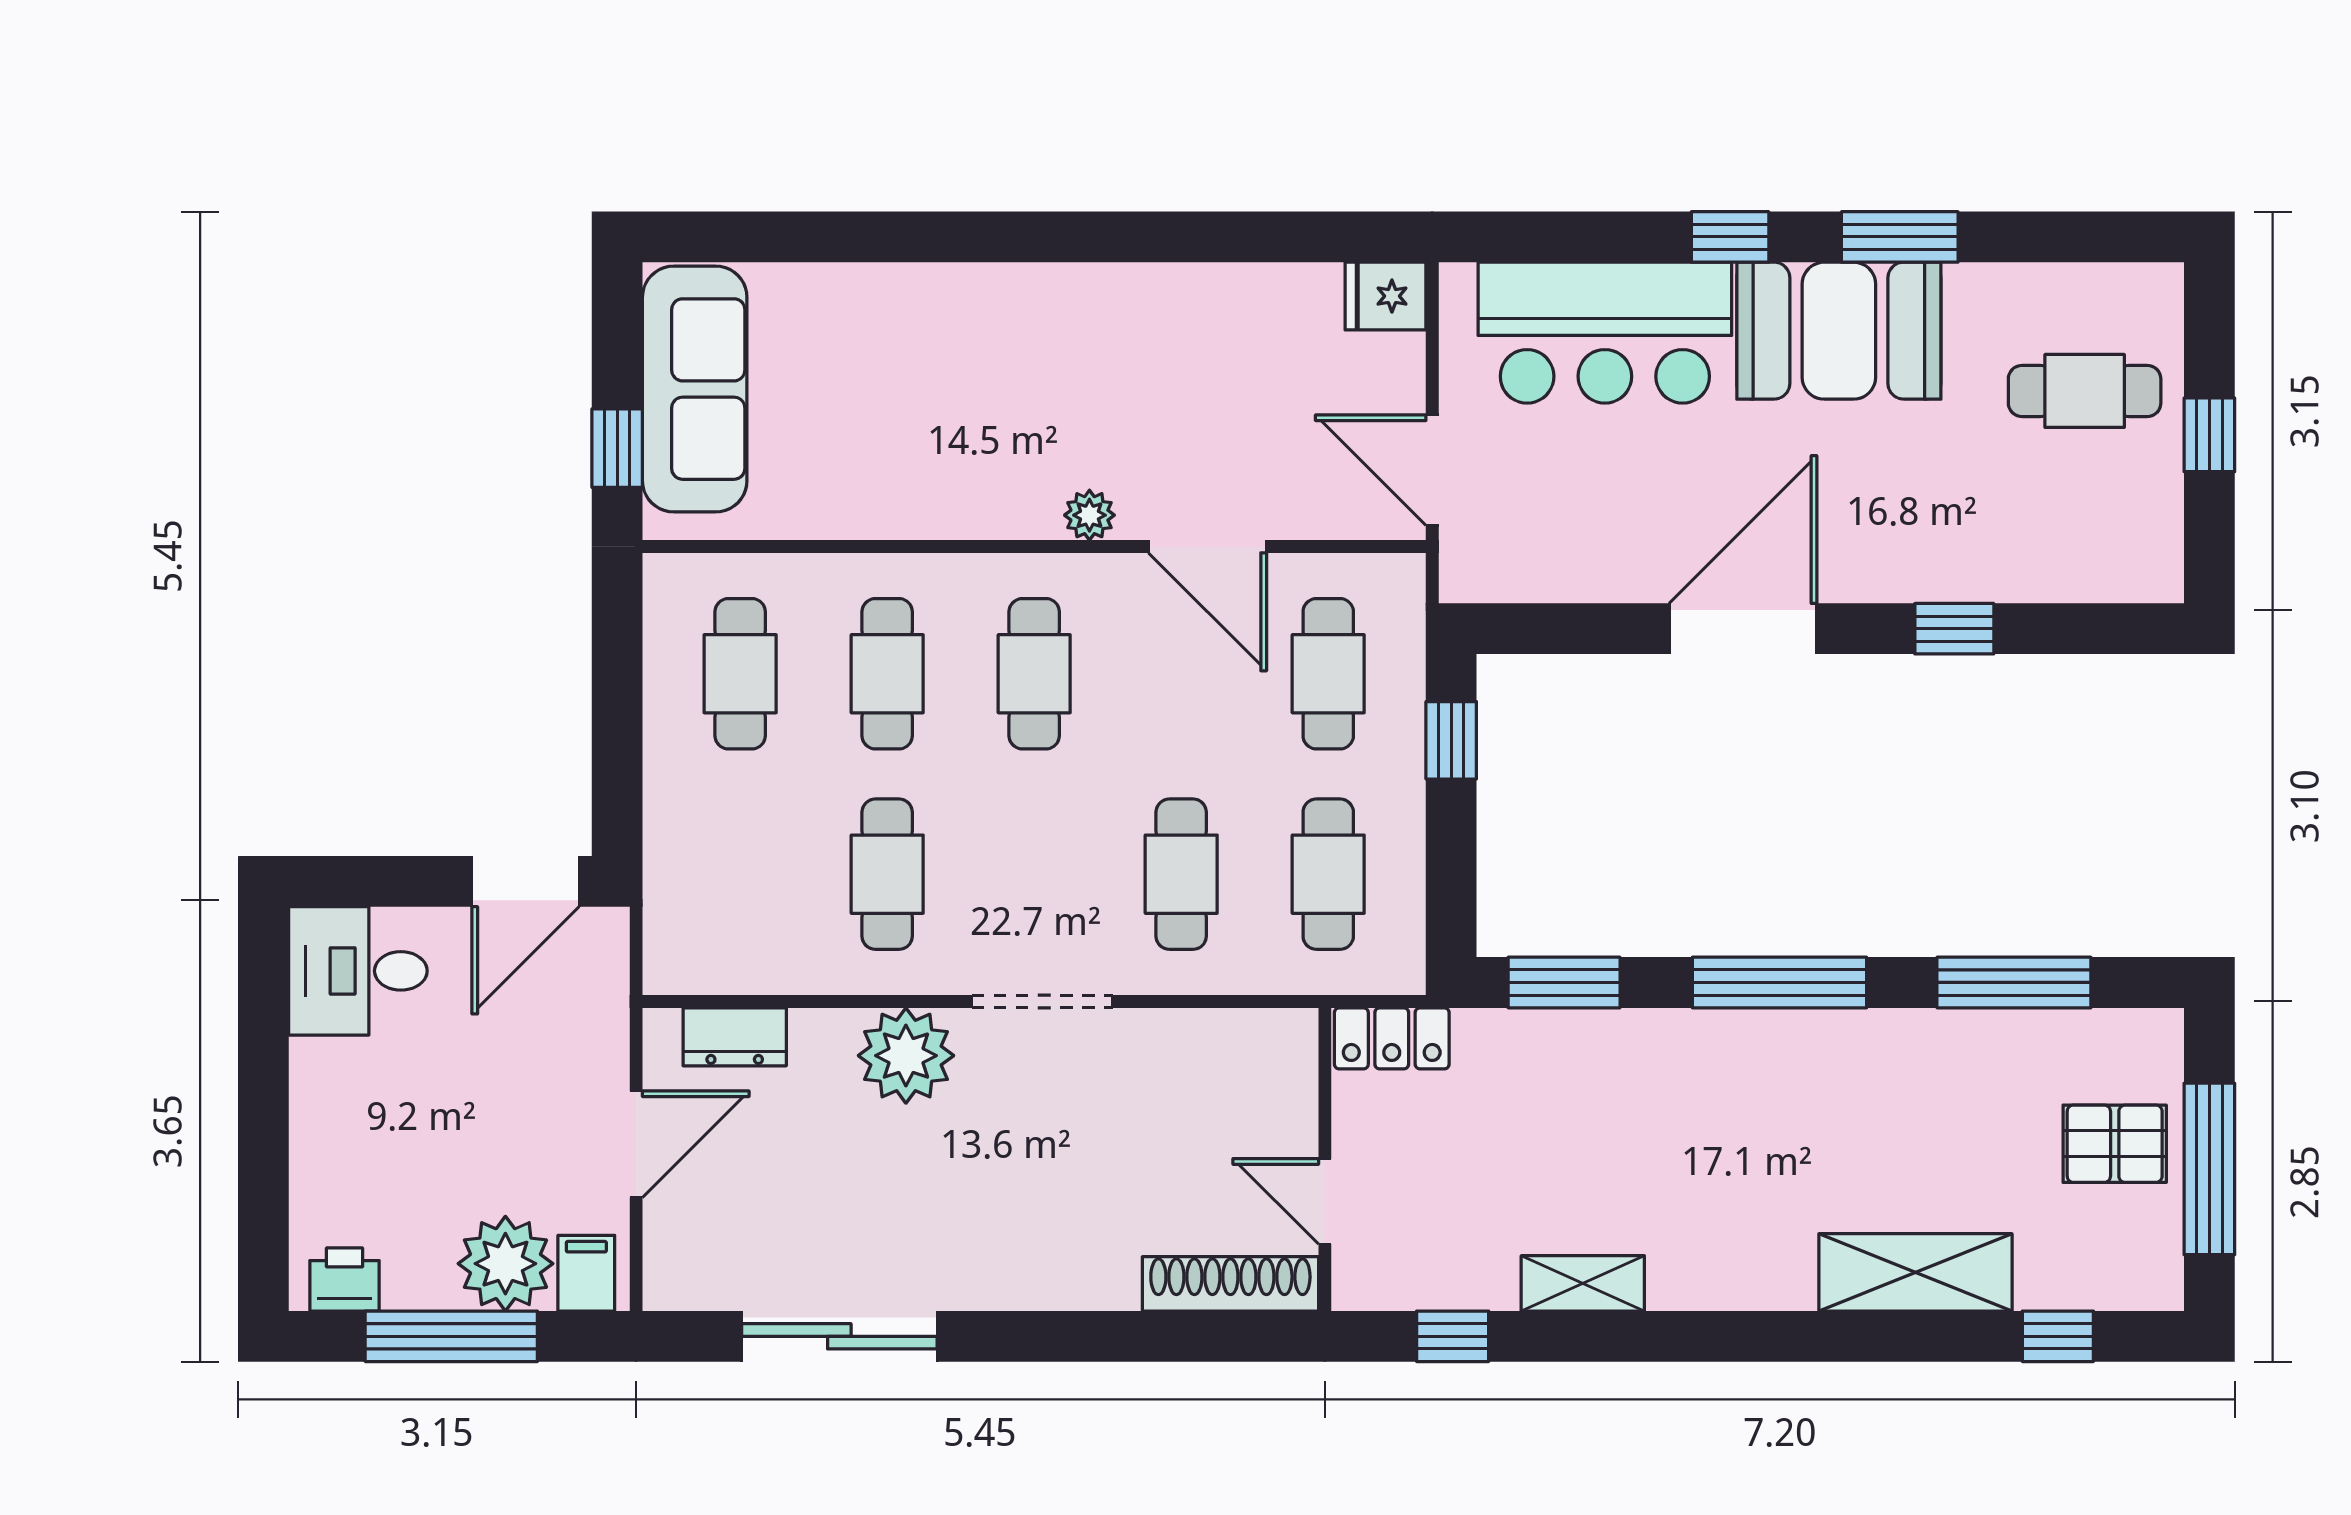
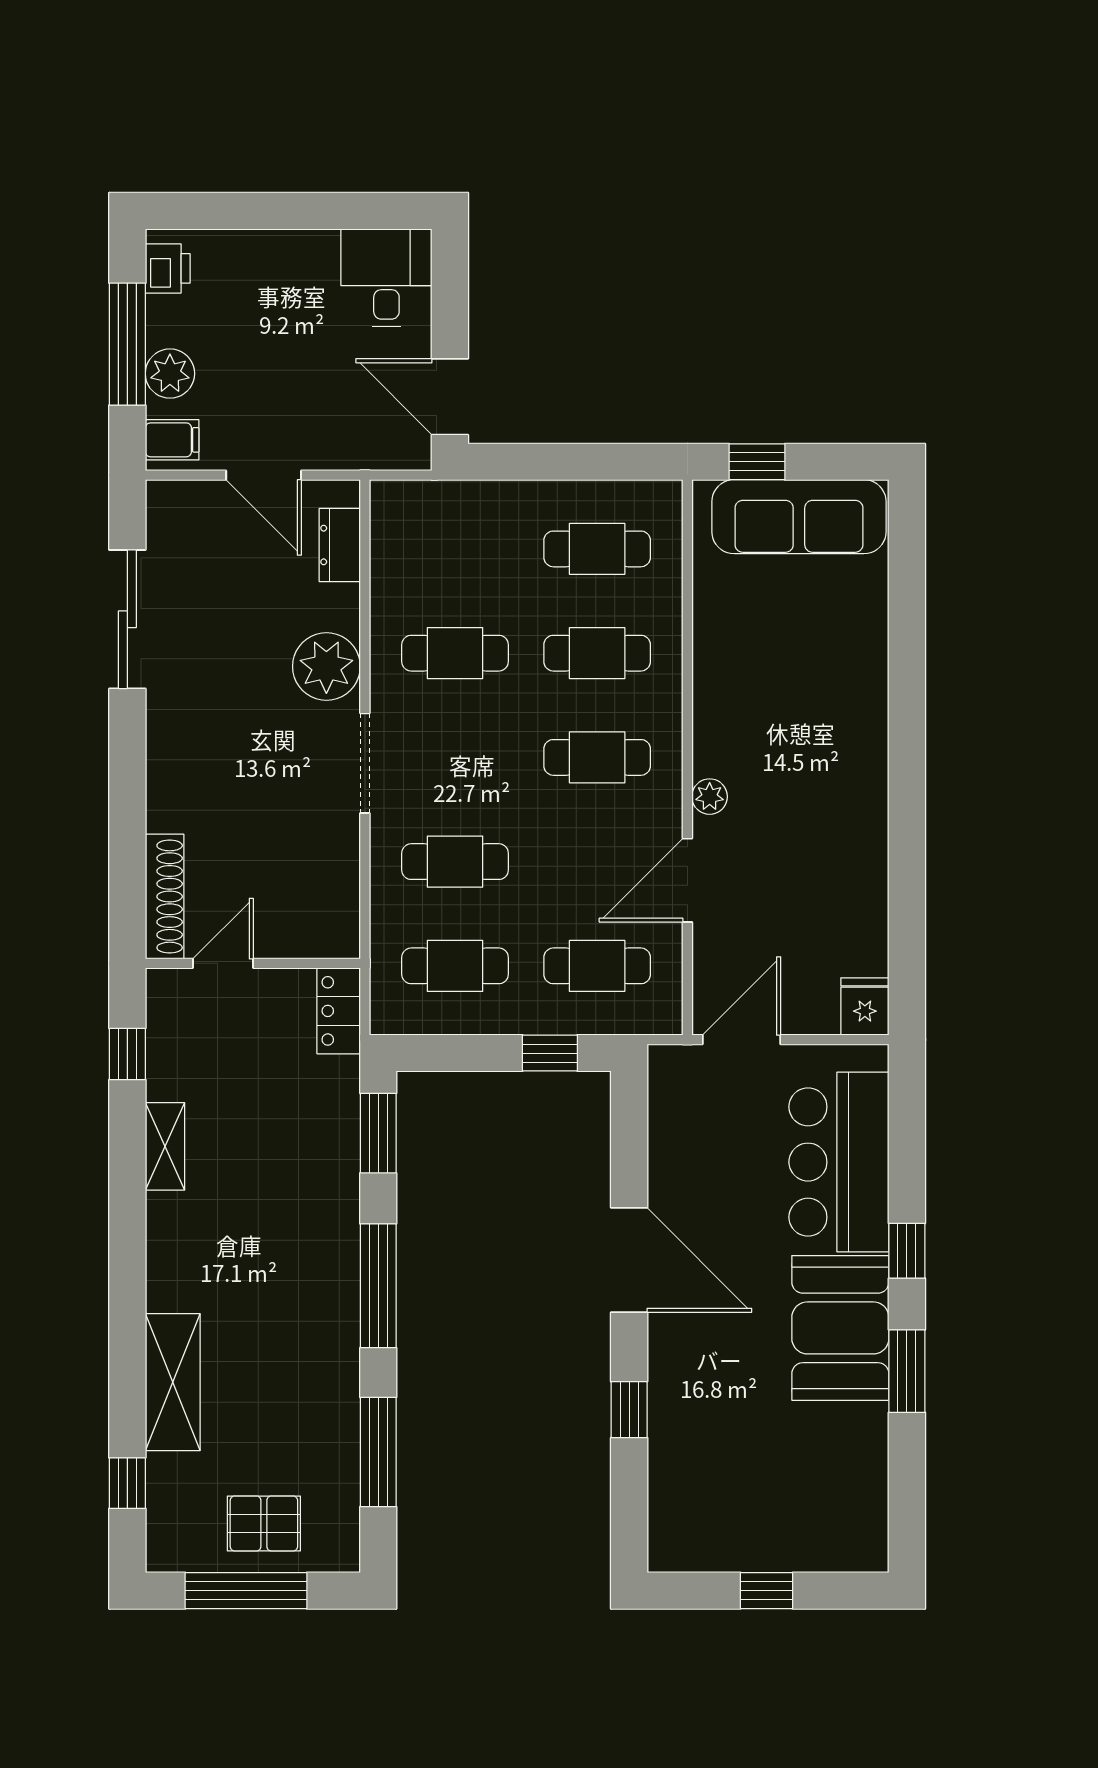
cafe table: (2085, 391) -> (798, 1502), removed
pallet: (2115, 1144) -> (264, 1523), turned 90
plant: (505, 1264) -> (170, 374), width x0.73, depth x0.73

